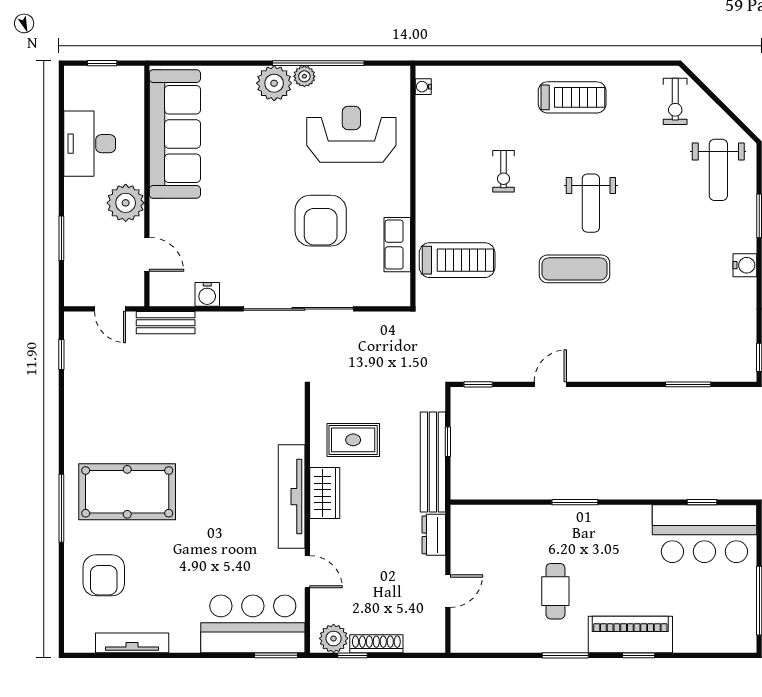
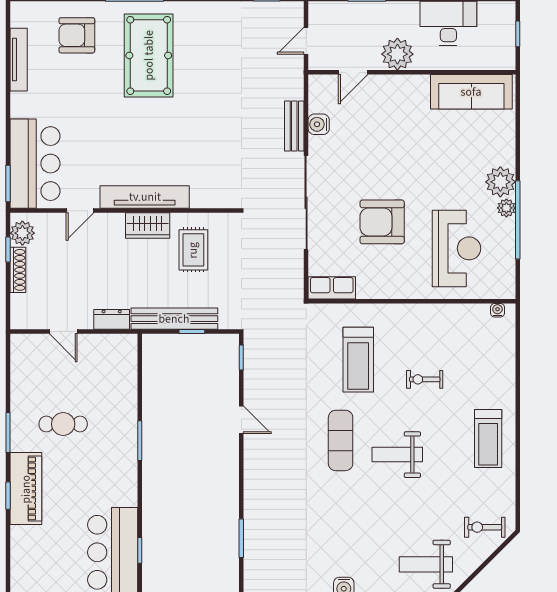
sofa: (175, 134) -> (471, 92), width x0.74, depth x0.79
row of seats: (397, 245) -> (332, 288), moved
treadmill: (457, 260) -> (358, 360), moved
bench: (166, 323) -> (294, 126), moved

